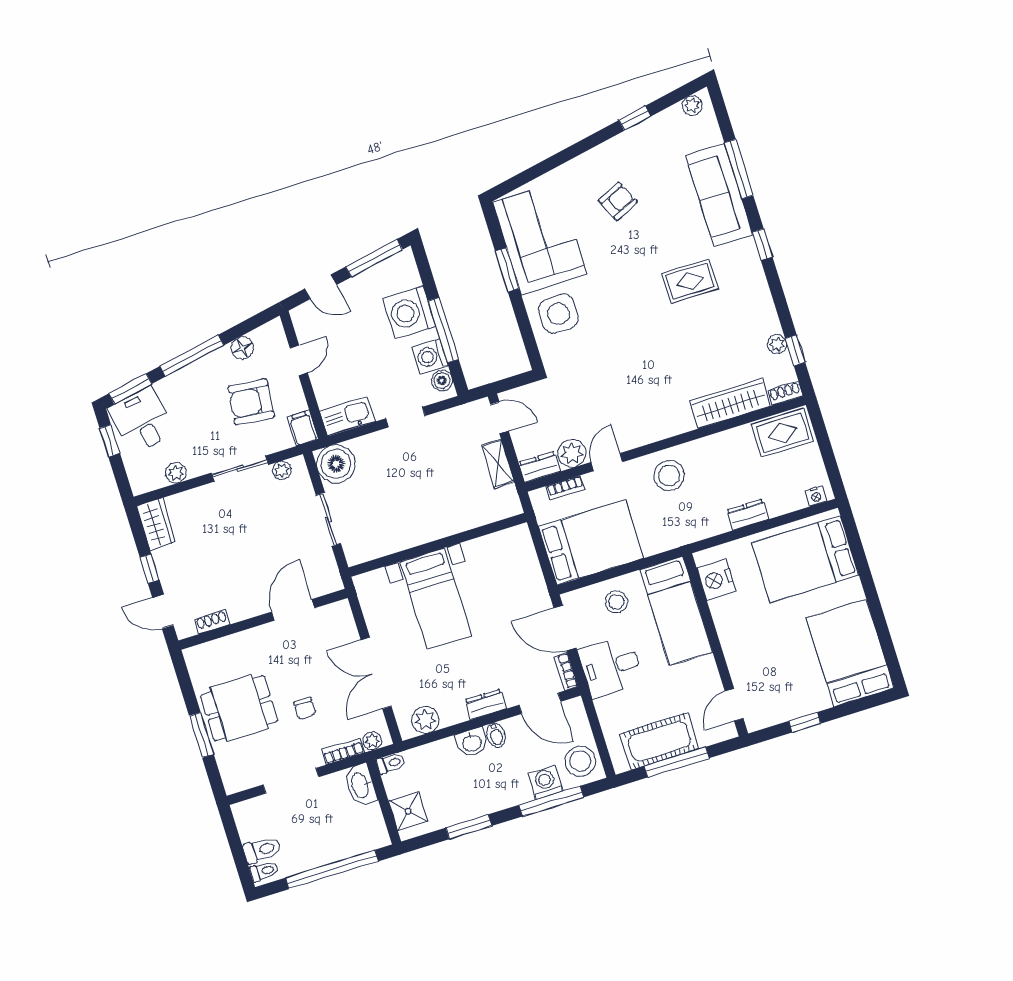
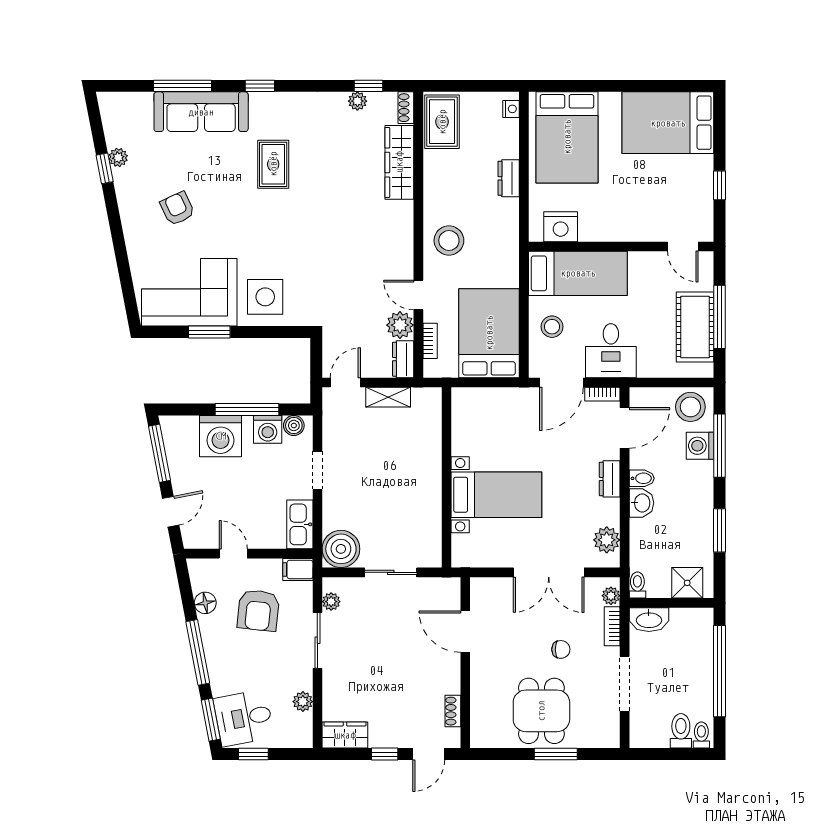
plant: (692, 105) -> (118, 157), moved

